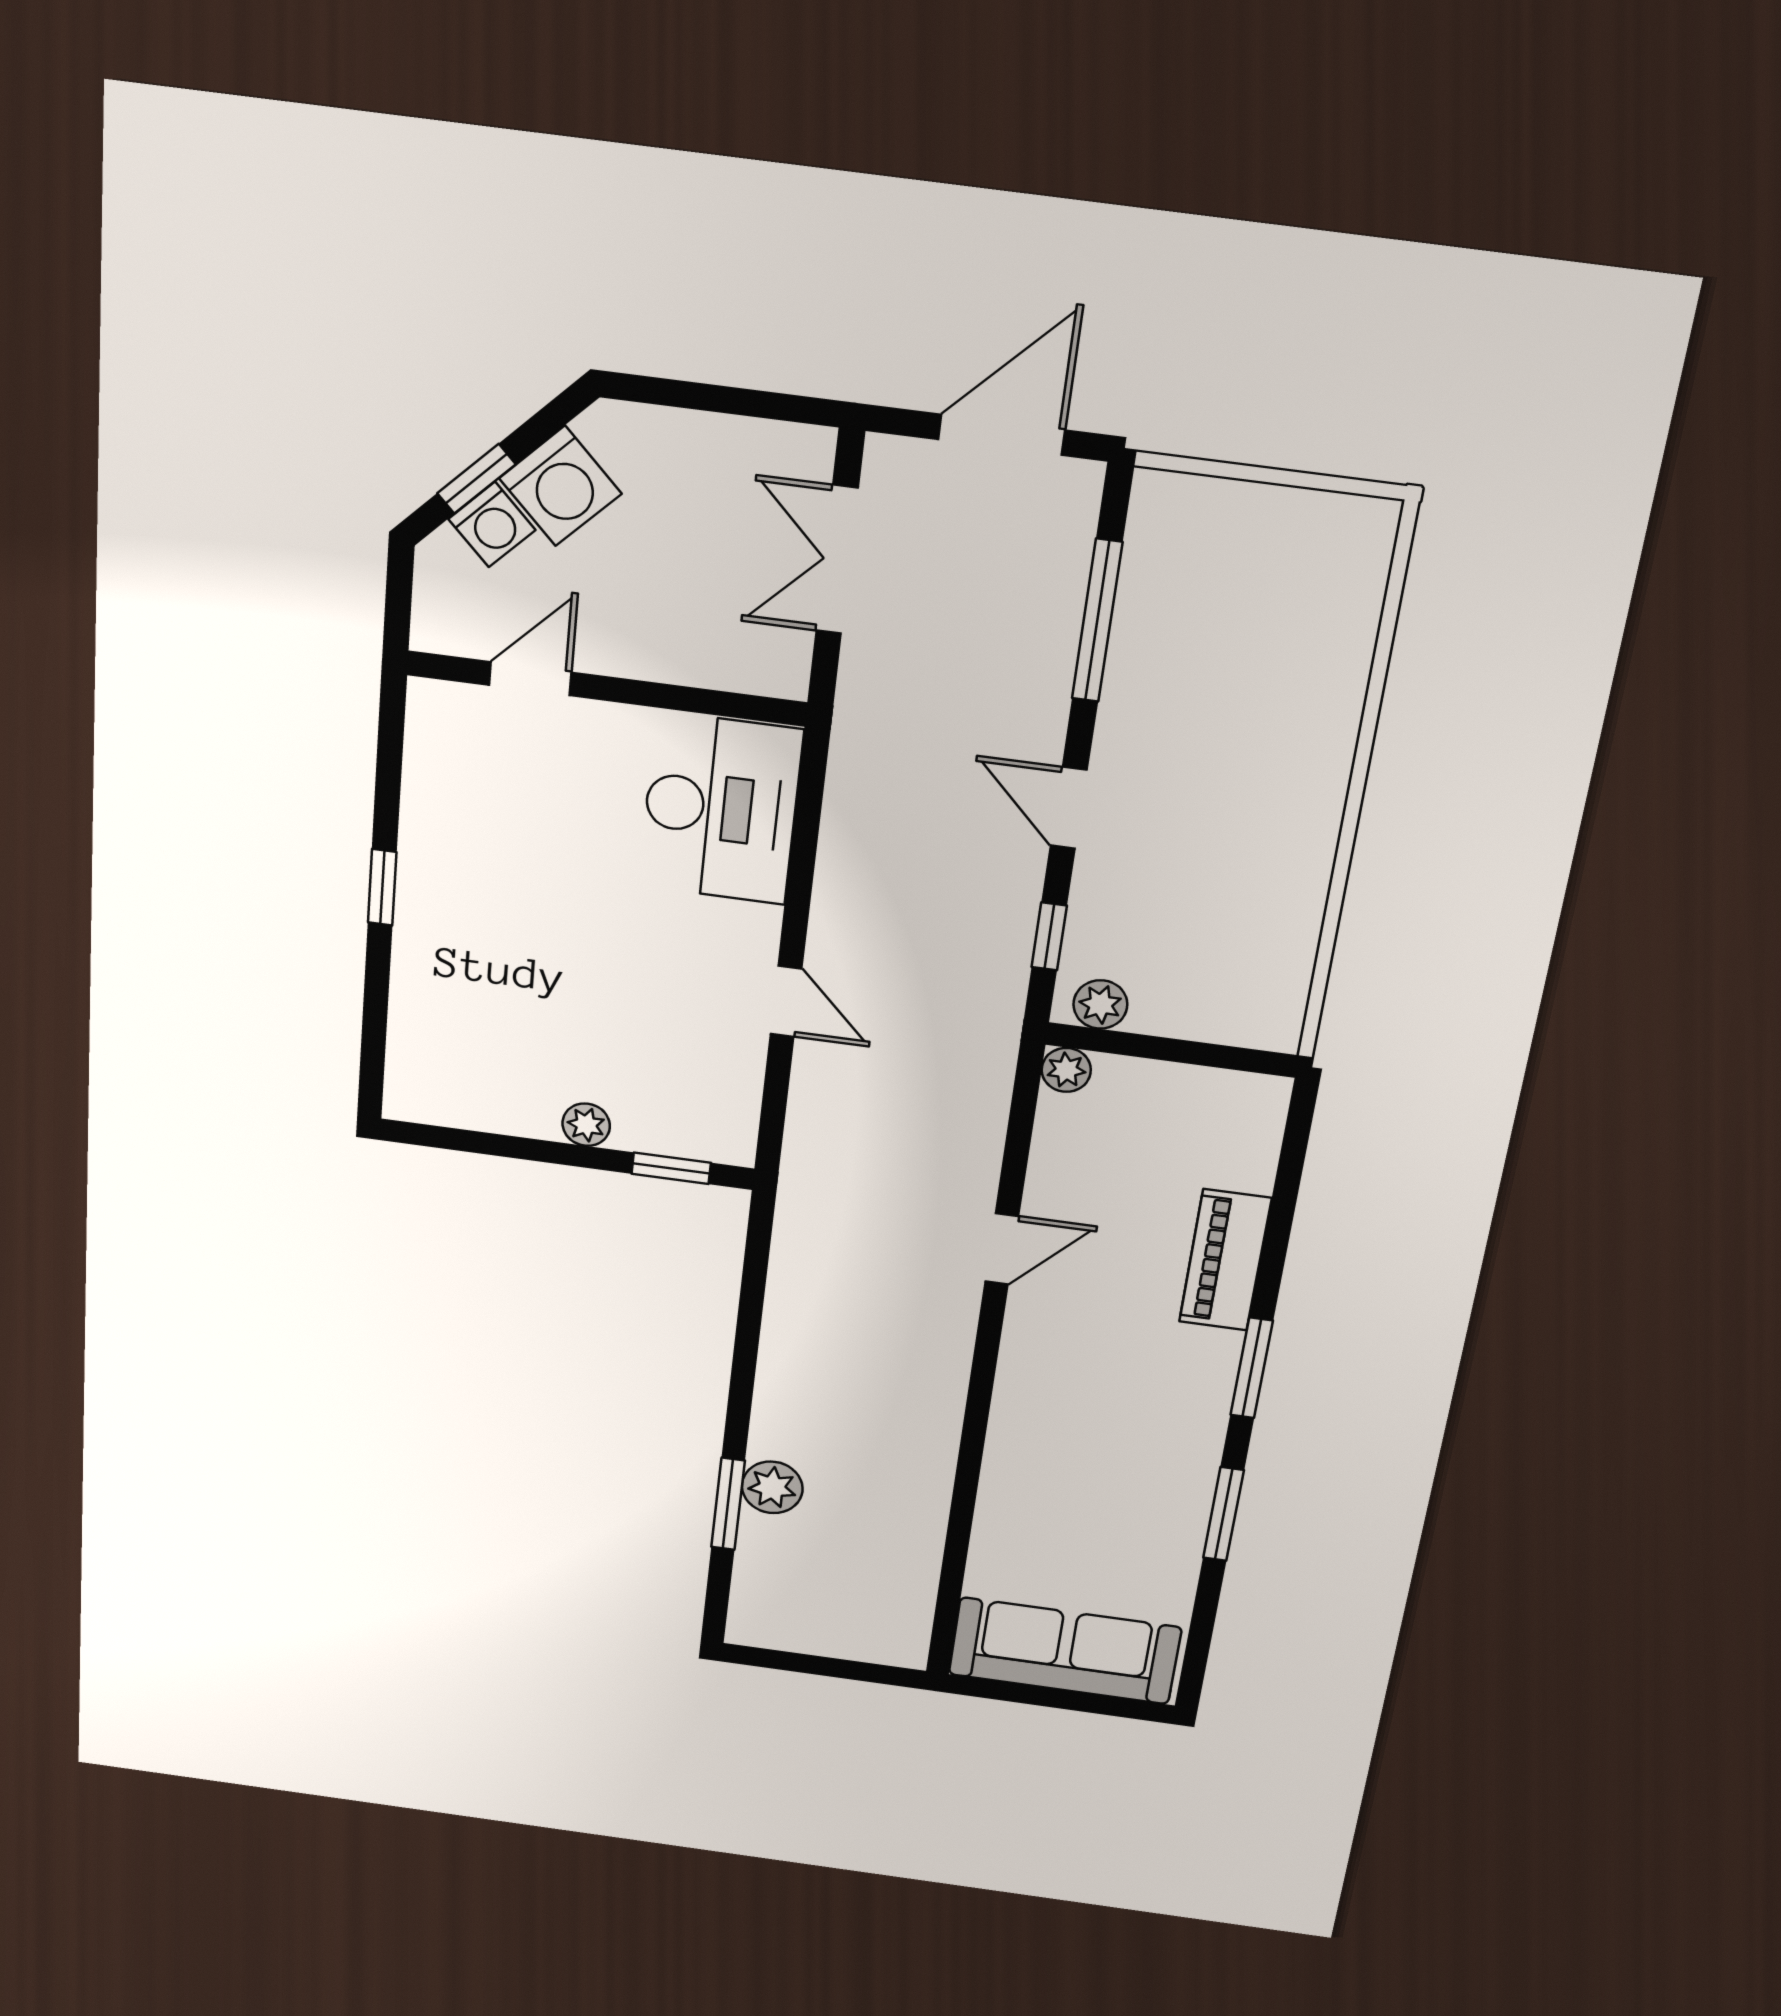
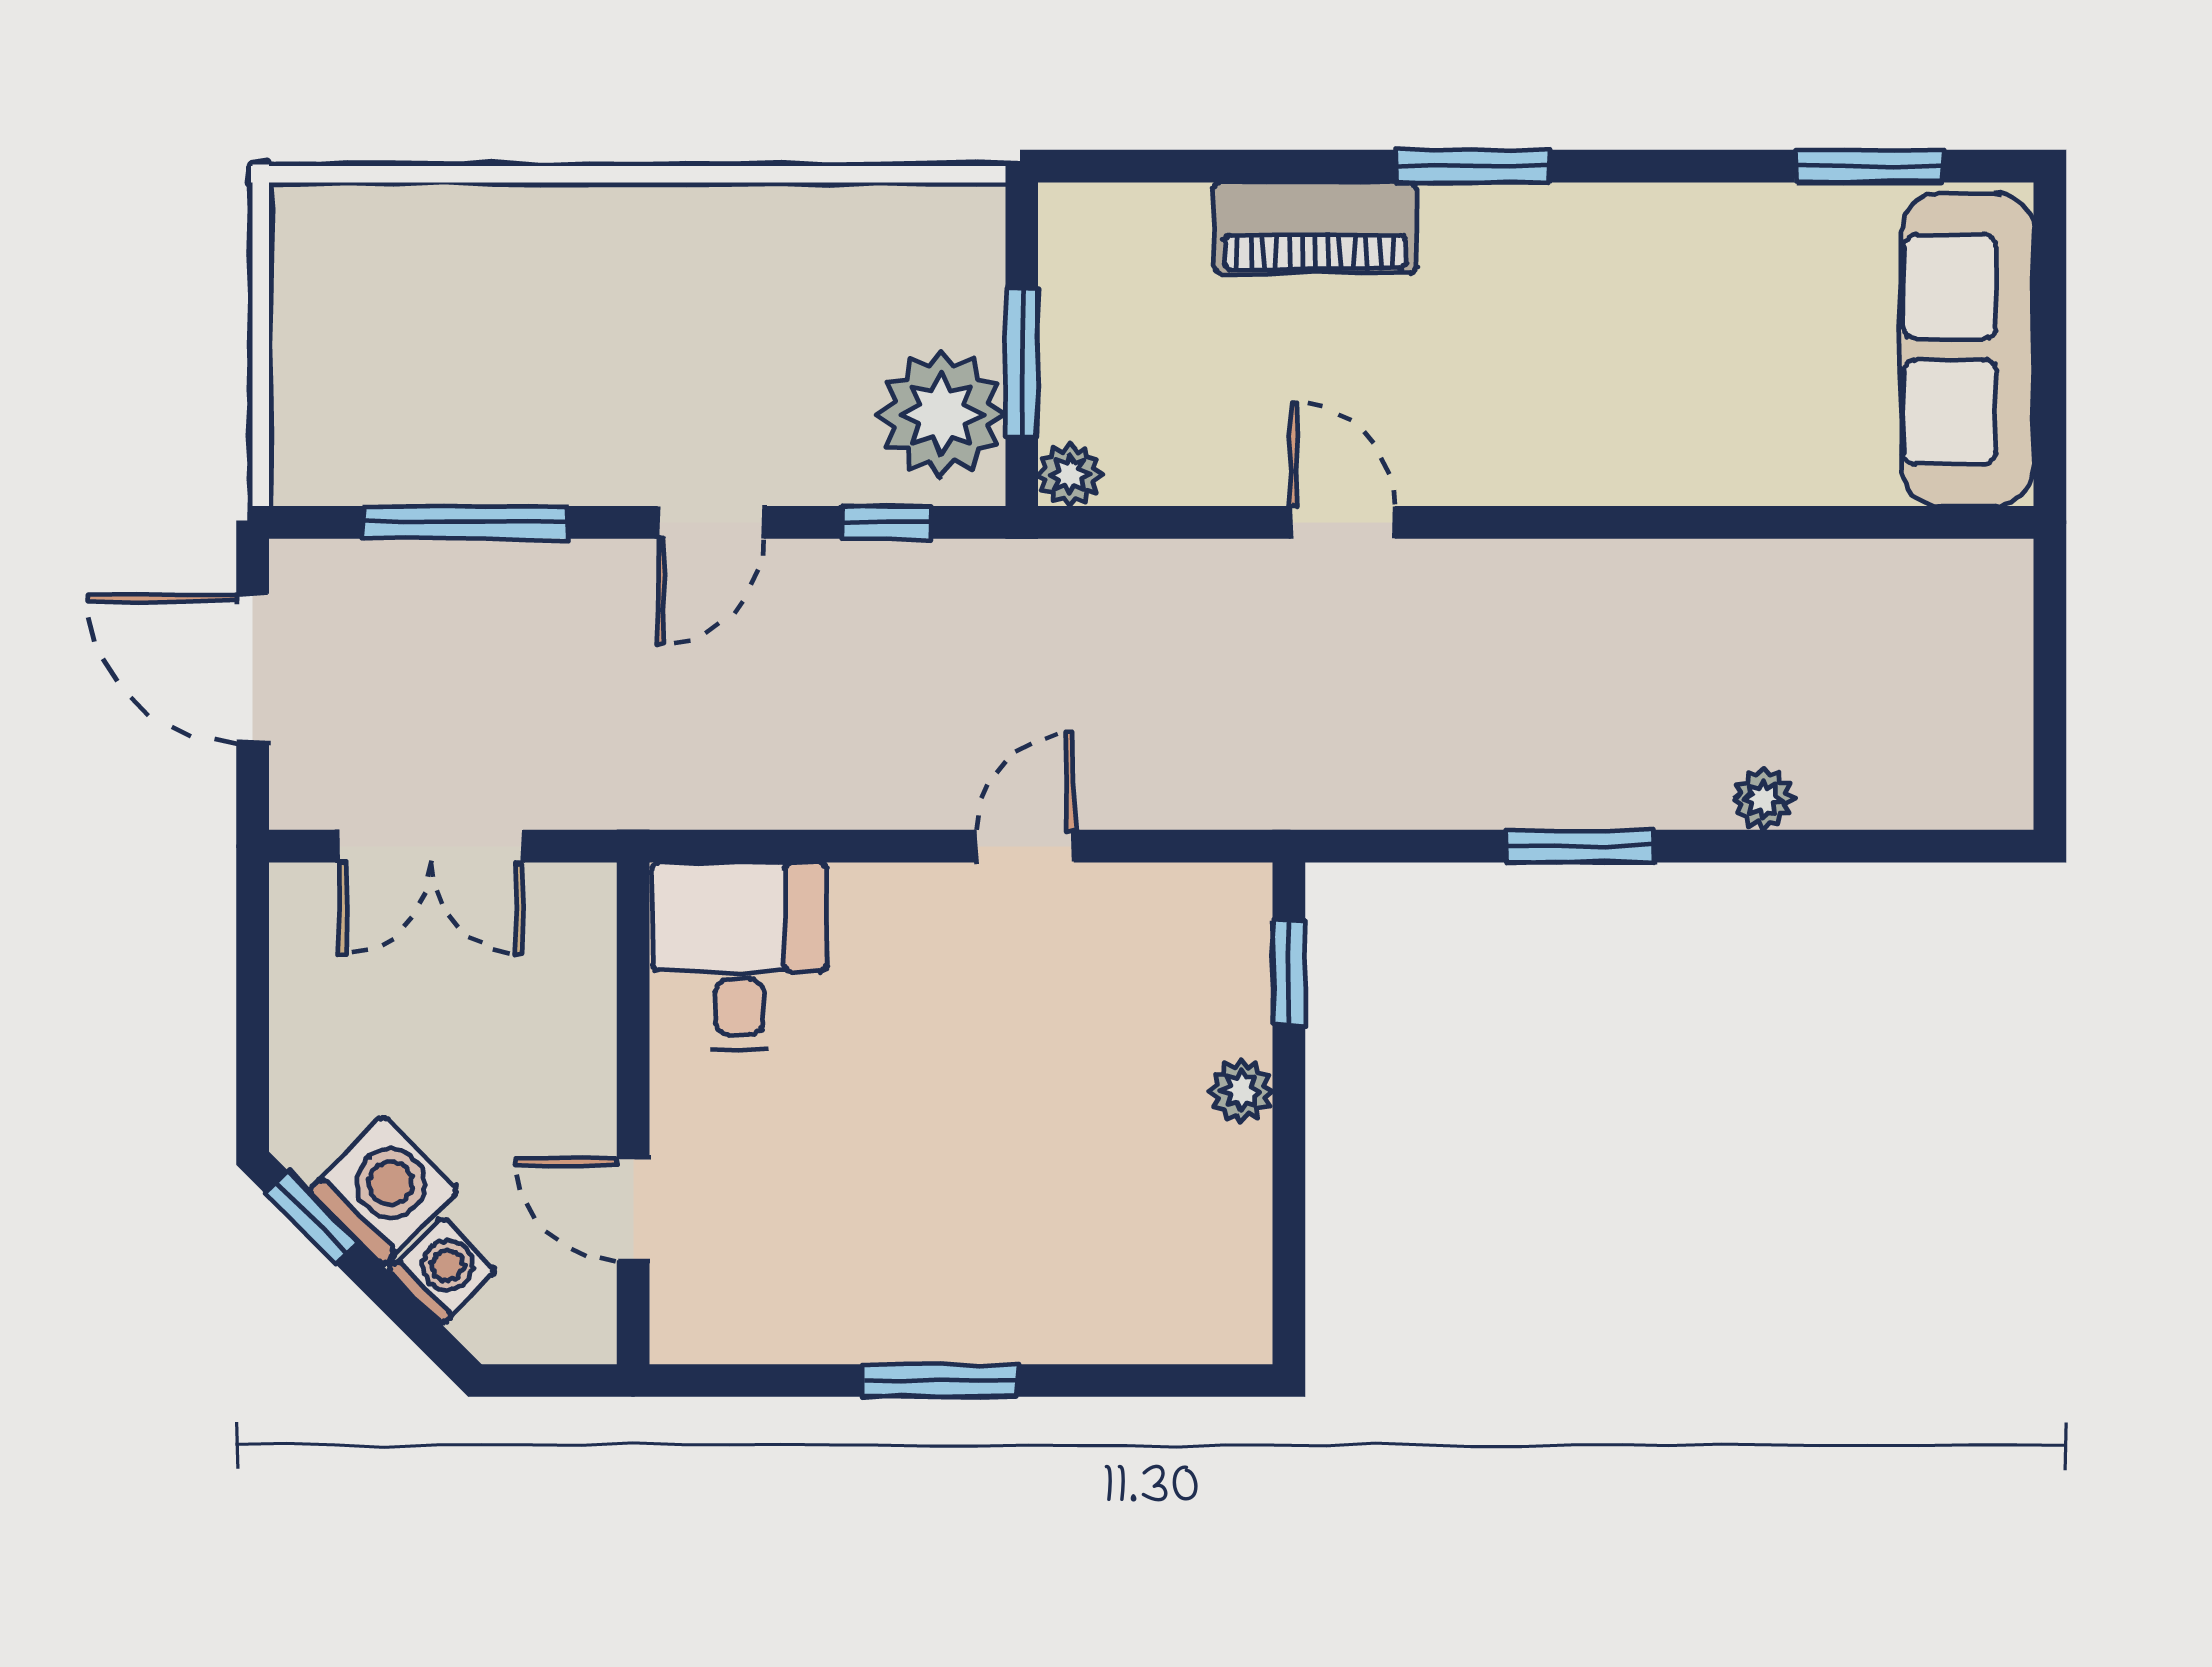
window: (476, 479) -> (312, 1218), moved
desk: (721, 808) -> (739, 956), width x0.73
window: (382, 887) -> (940, 1380), width x1.50
plant: (1100, 1004) -> (941, 414), width x1.88, depth x1.88
window: (1158, 1048) -> (1022, 362), added
plant: (772, 1487) -> (1763, 799), width x0.73, depth x0.73
window: (728, 1504) -> (1580, 846), moved
window: (1223, 1514) -> (1869, 166), moved

